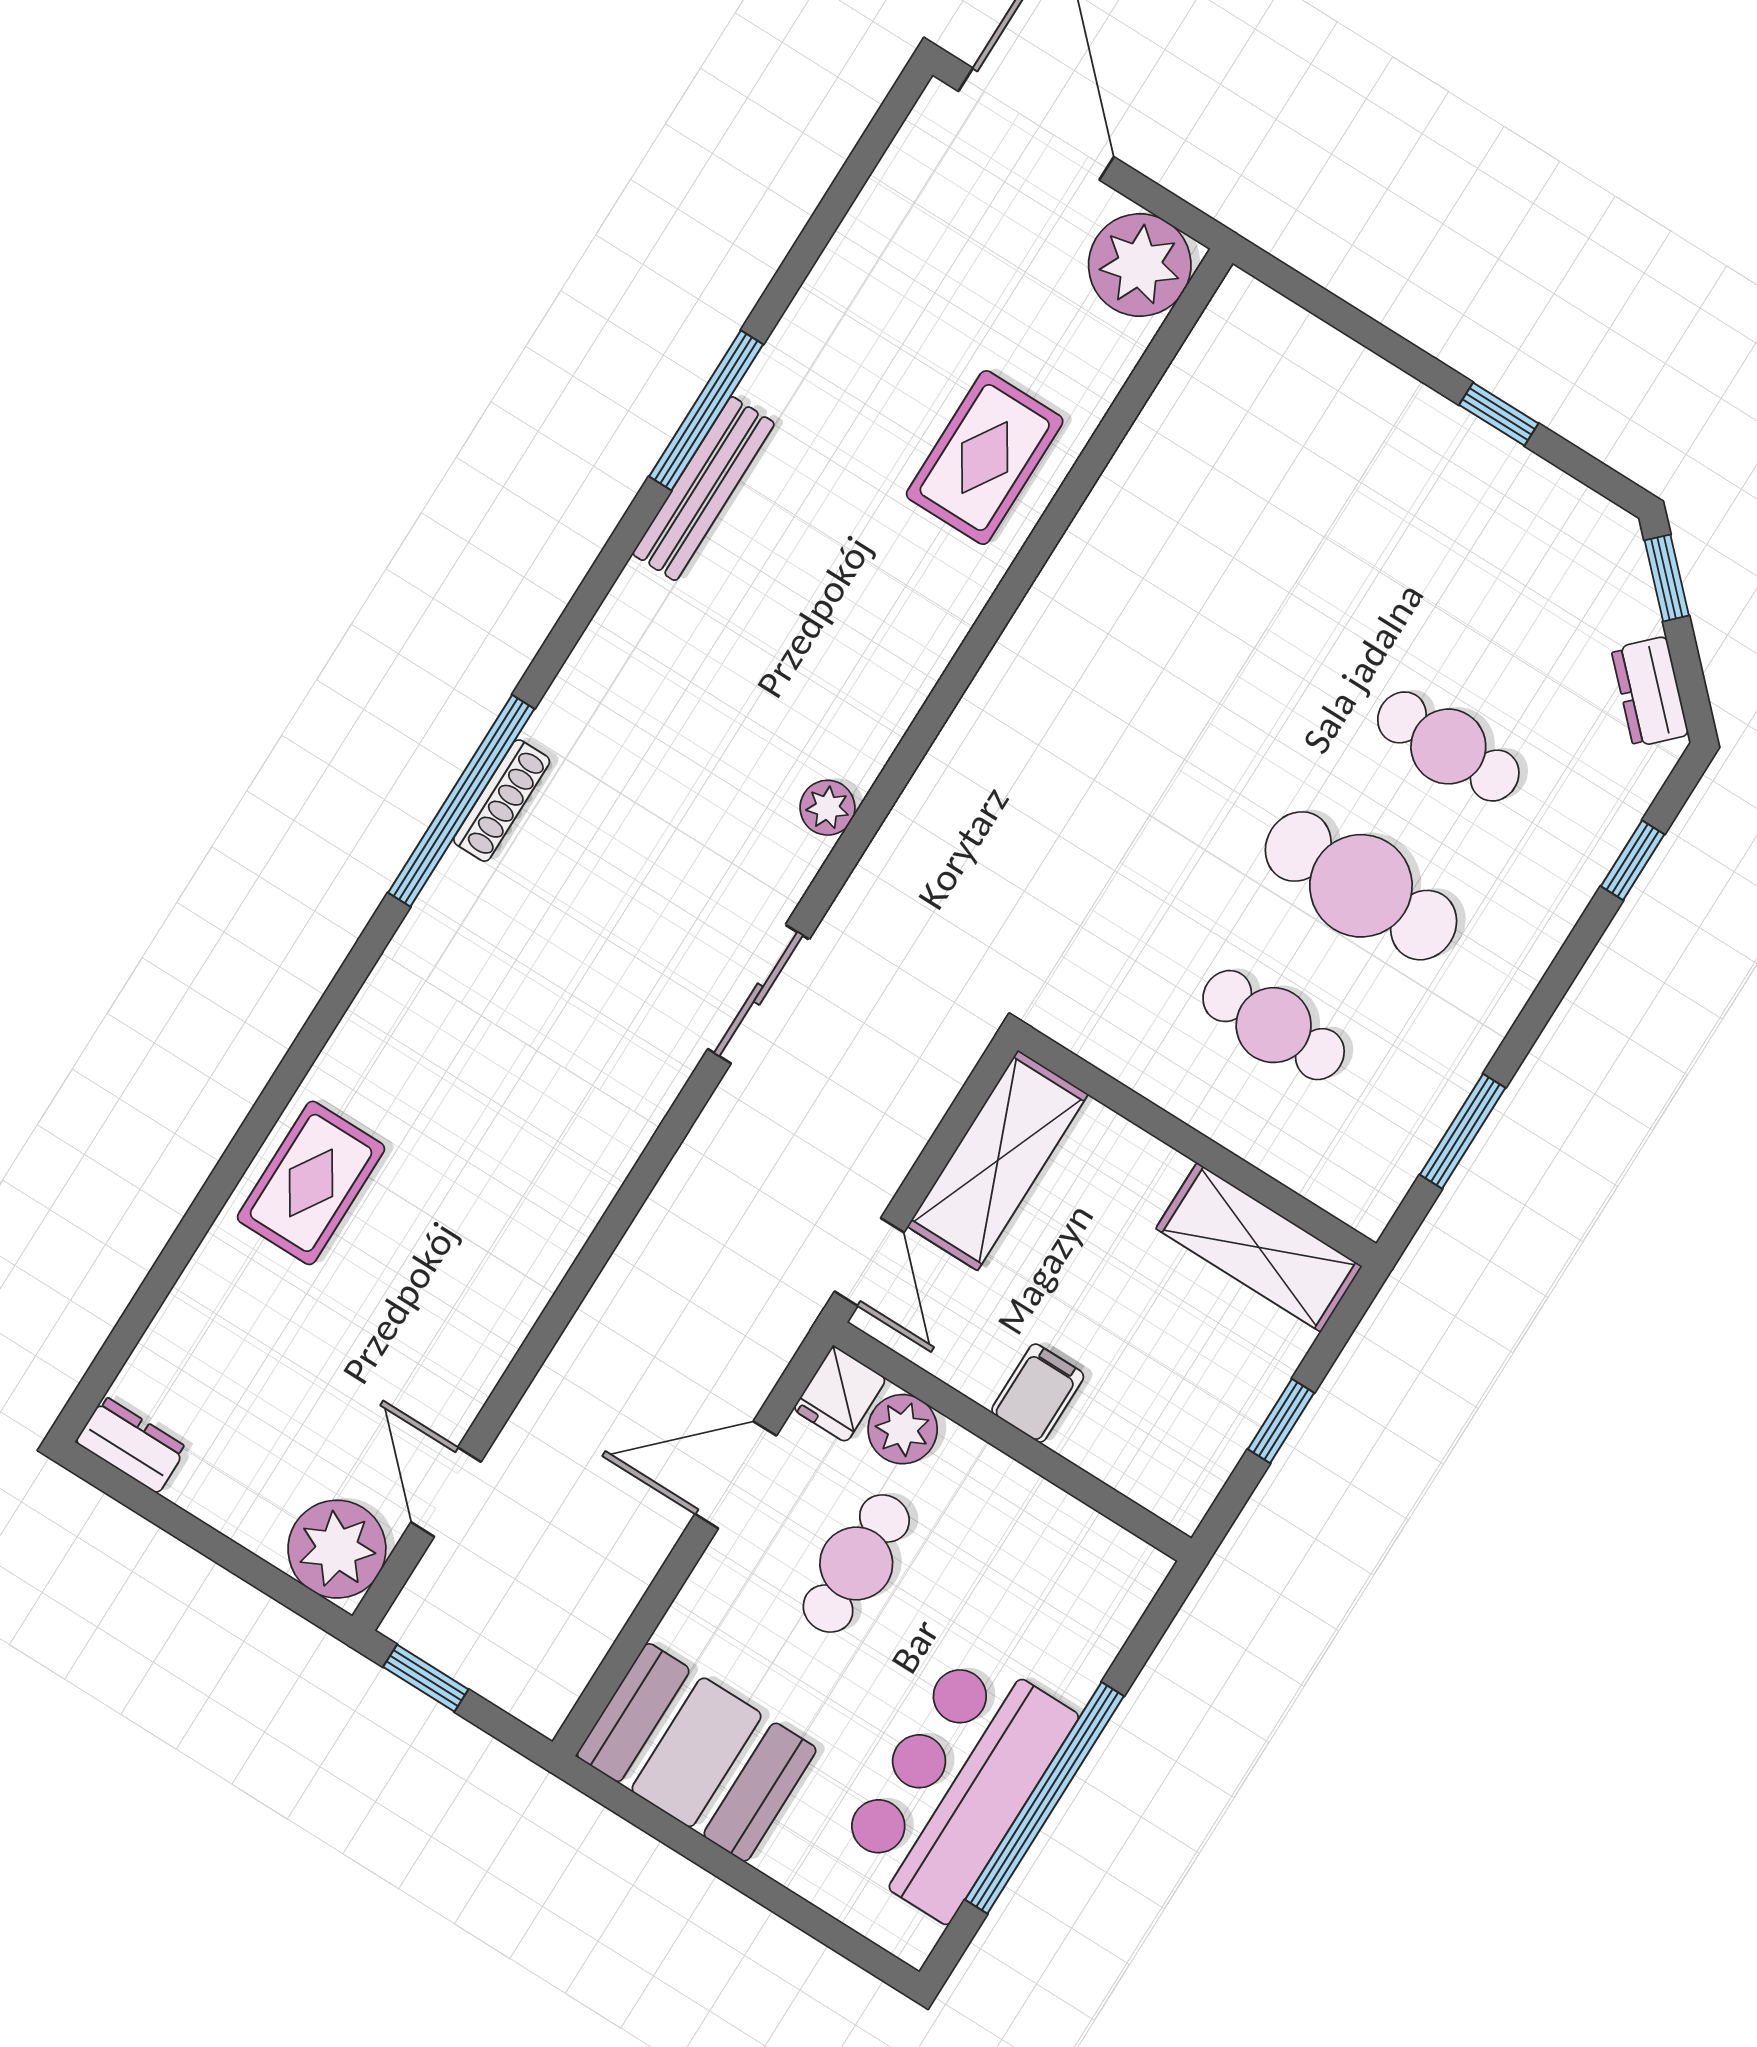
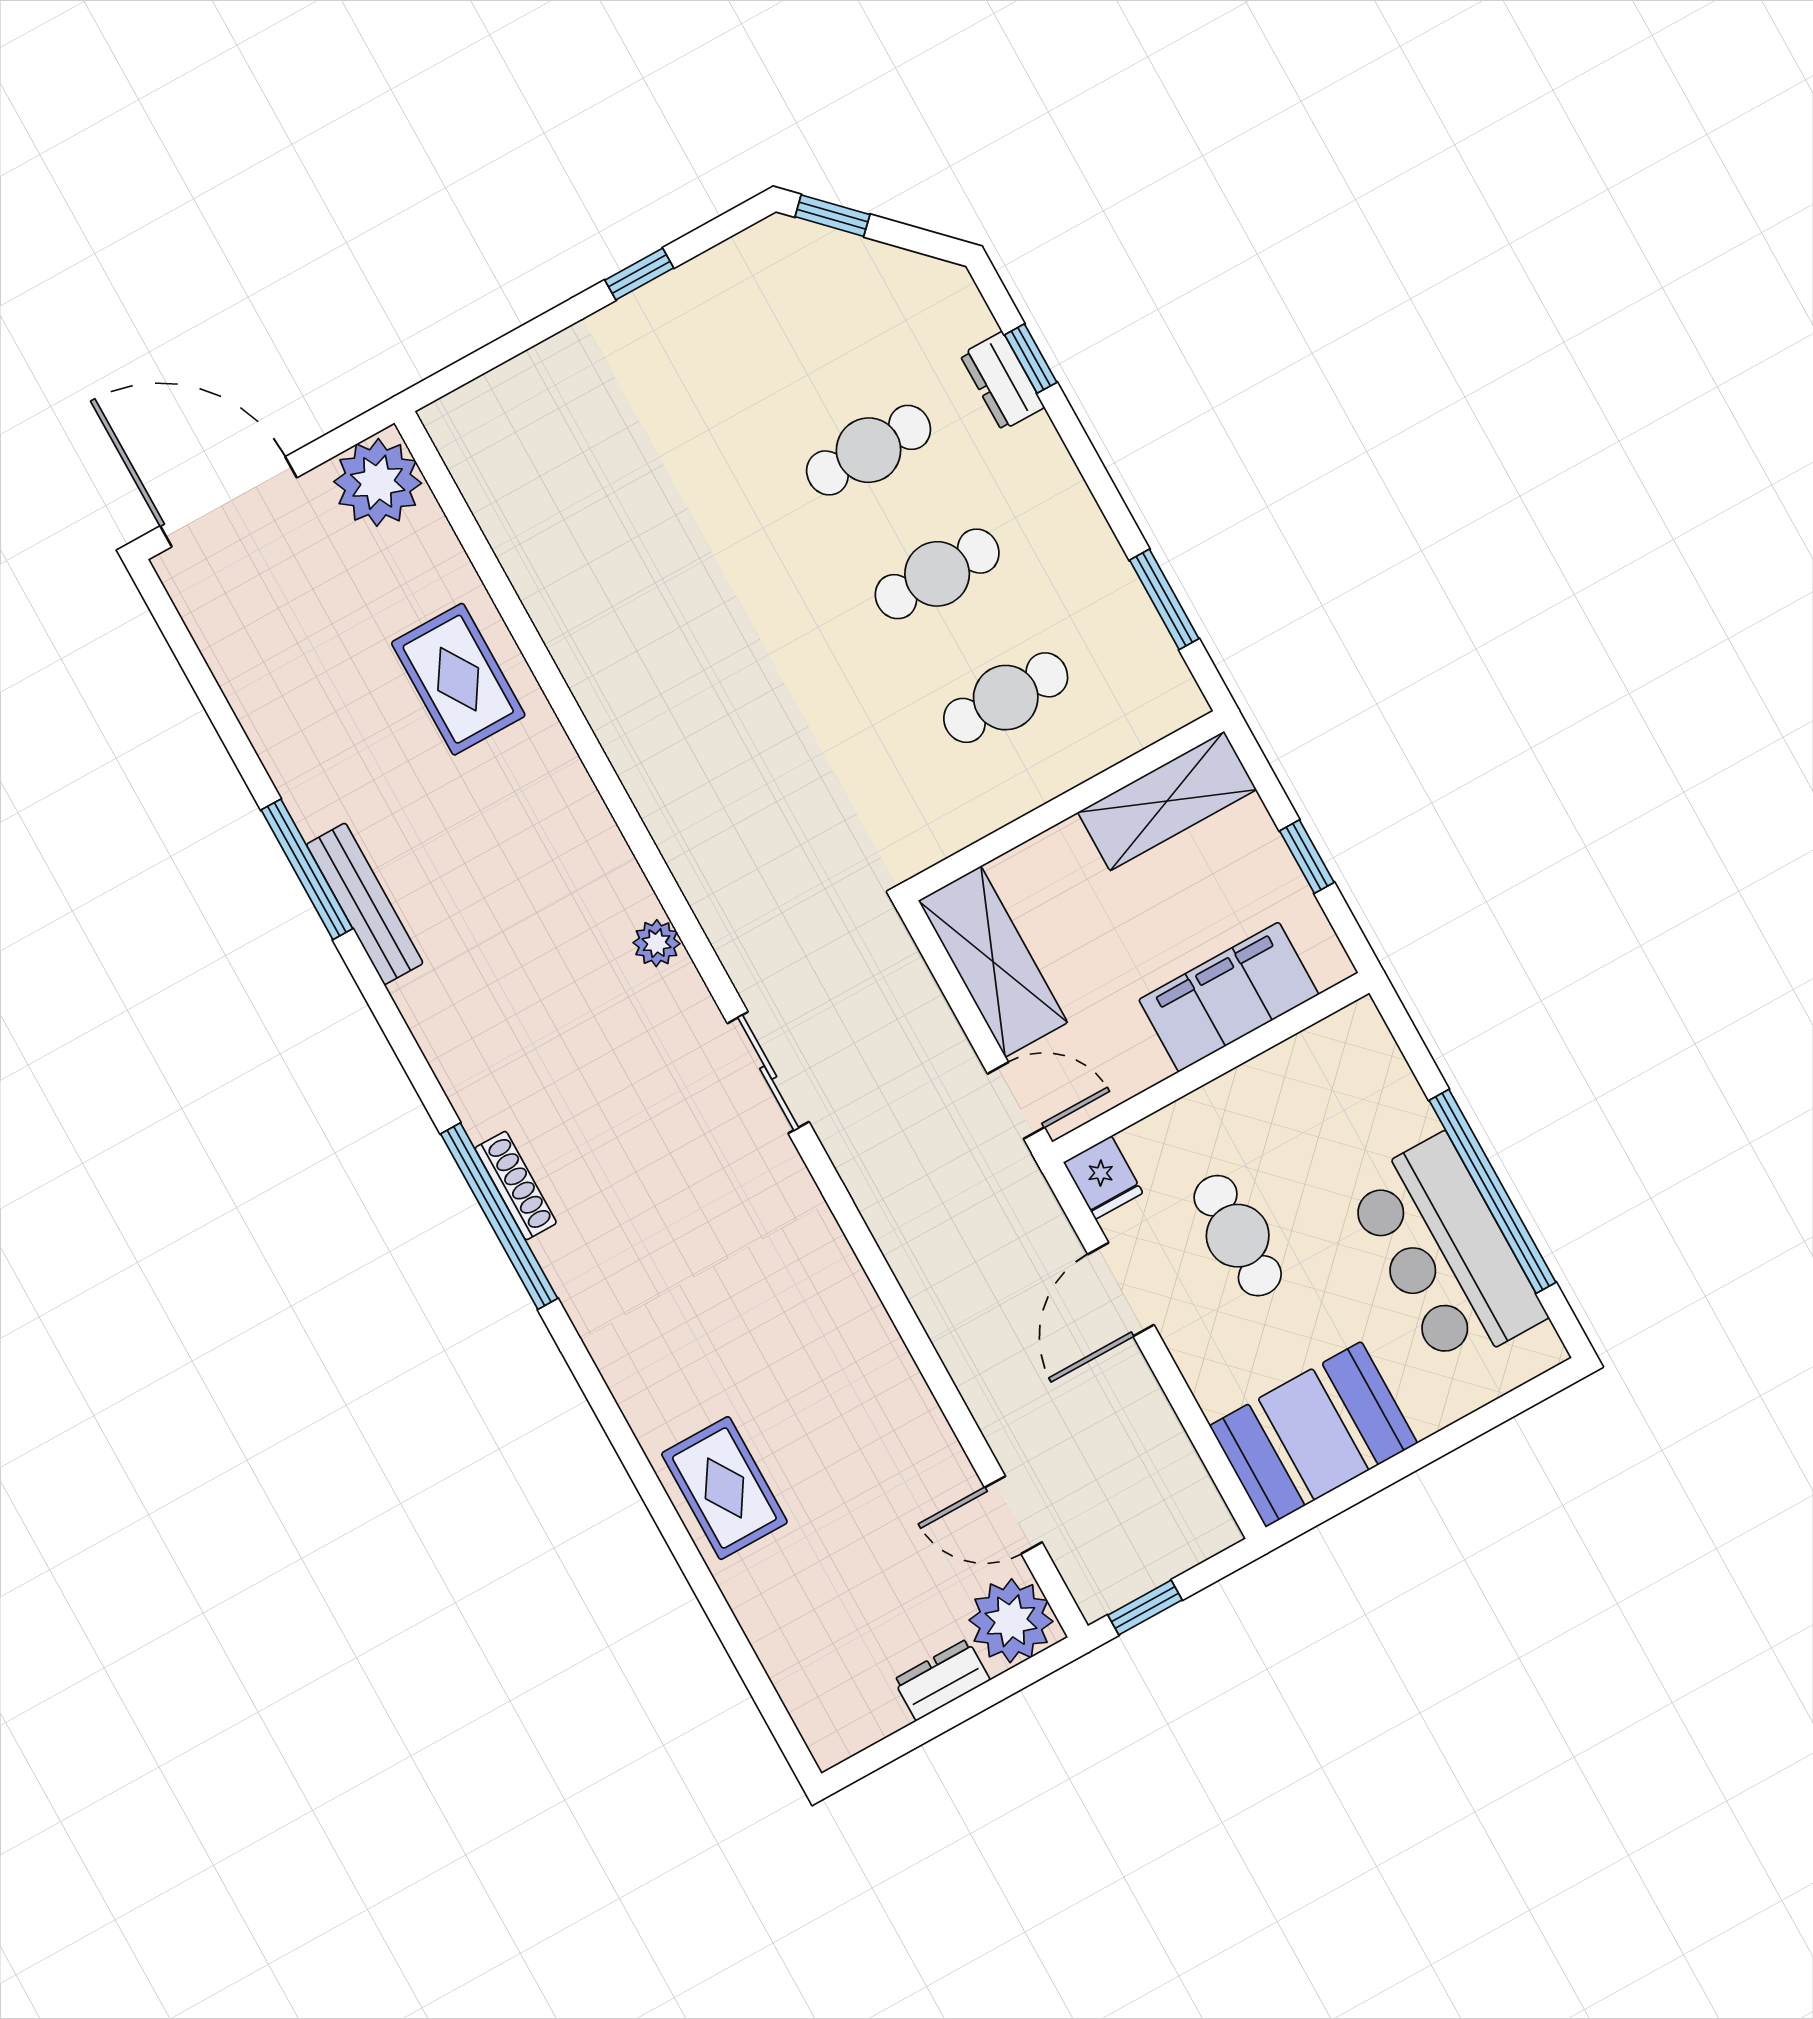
dresser: (1650, 692) -> (1002, 381), moved, turned 45
cafe table: (1361, 886) -> (937, 574), width x0.73, depth x0.74
filing cabinet: (1038, 1393) -> (1229, 997), width x3.00, depth x1.17
plant: (903, 1429) -> (1156, 1145), removed
dresser: (131, 1445) -> (942, 1680), moved

